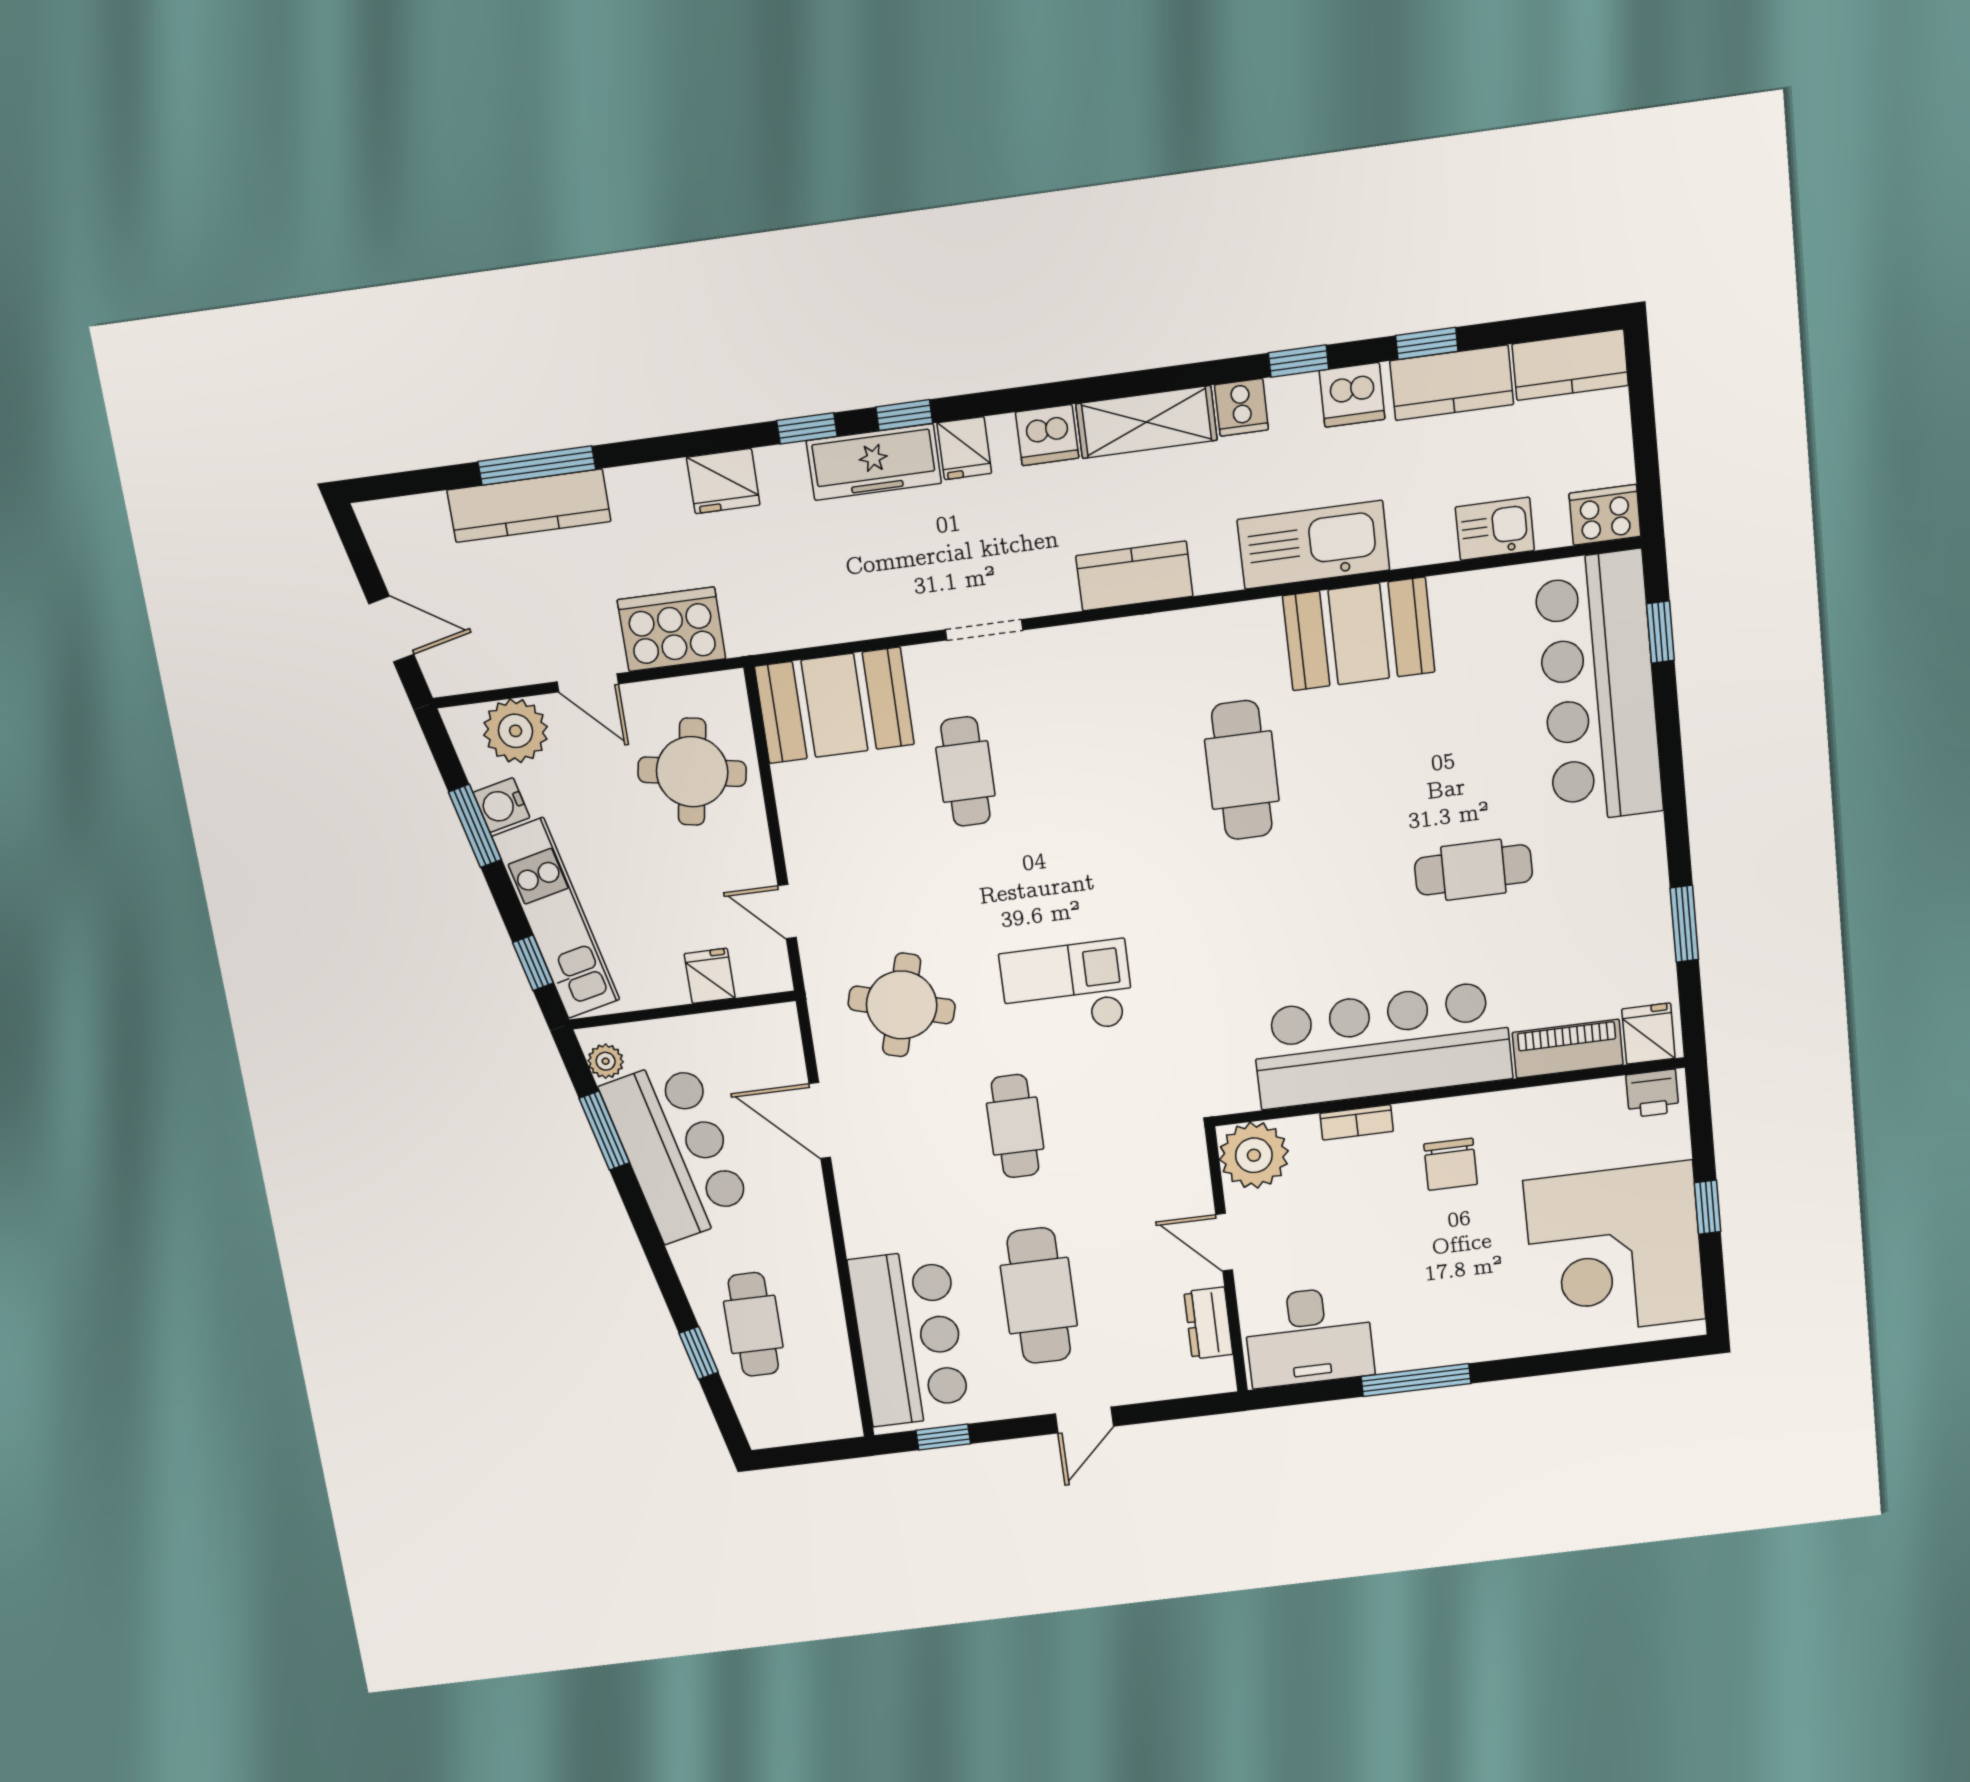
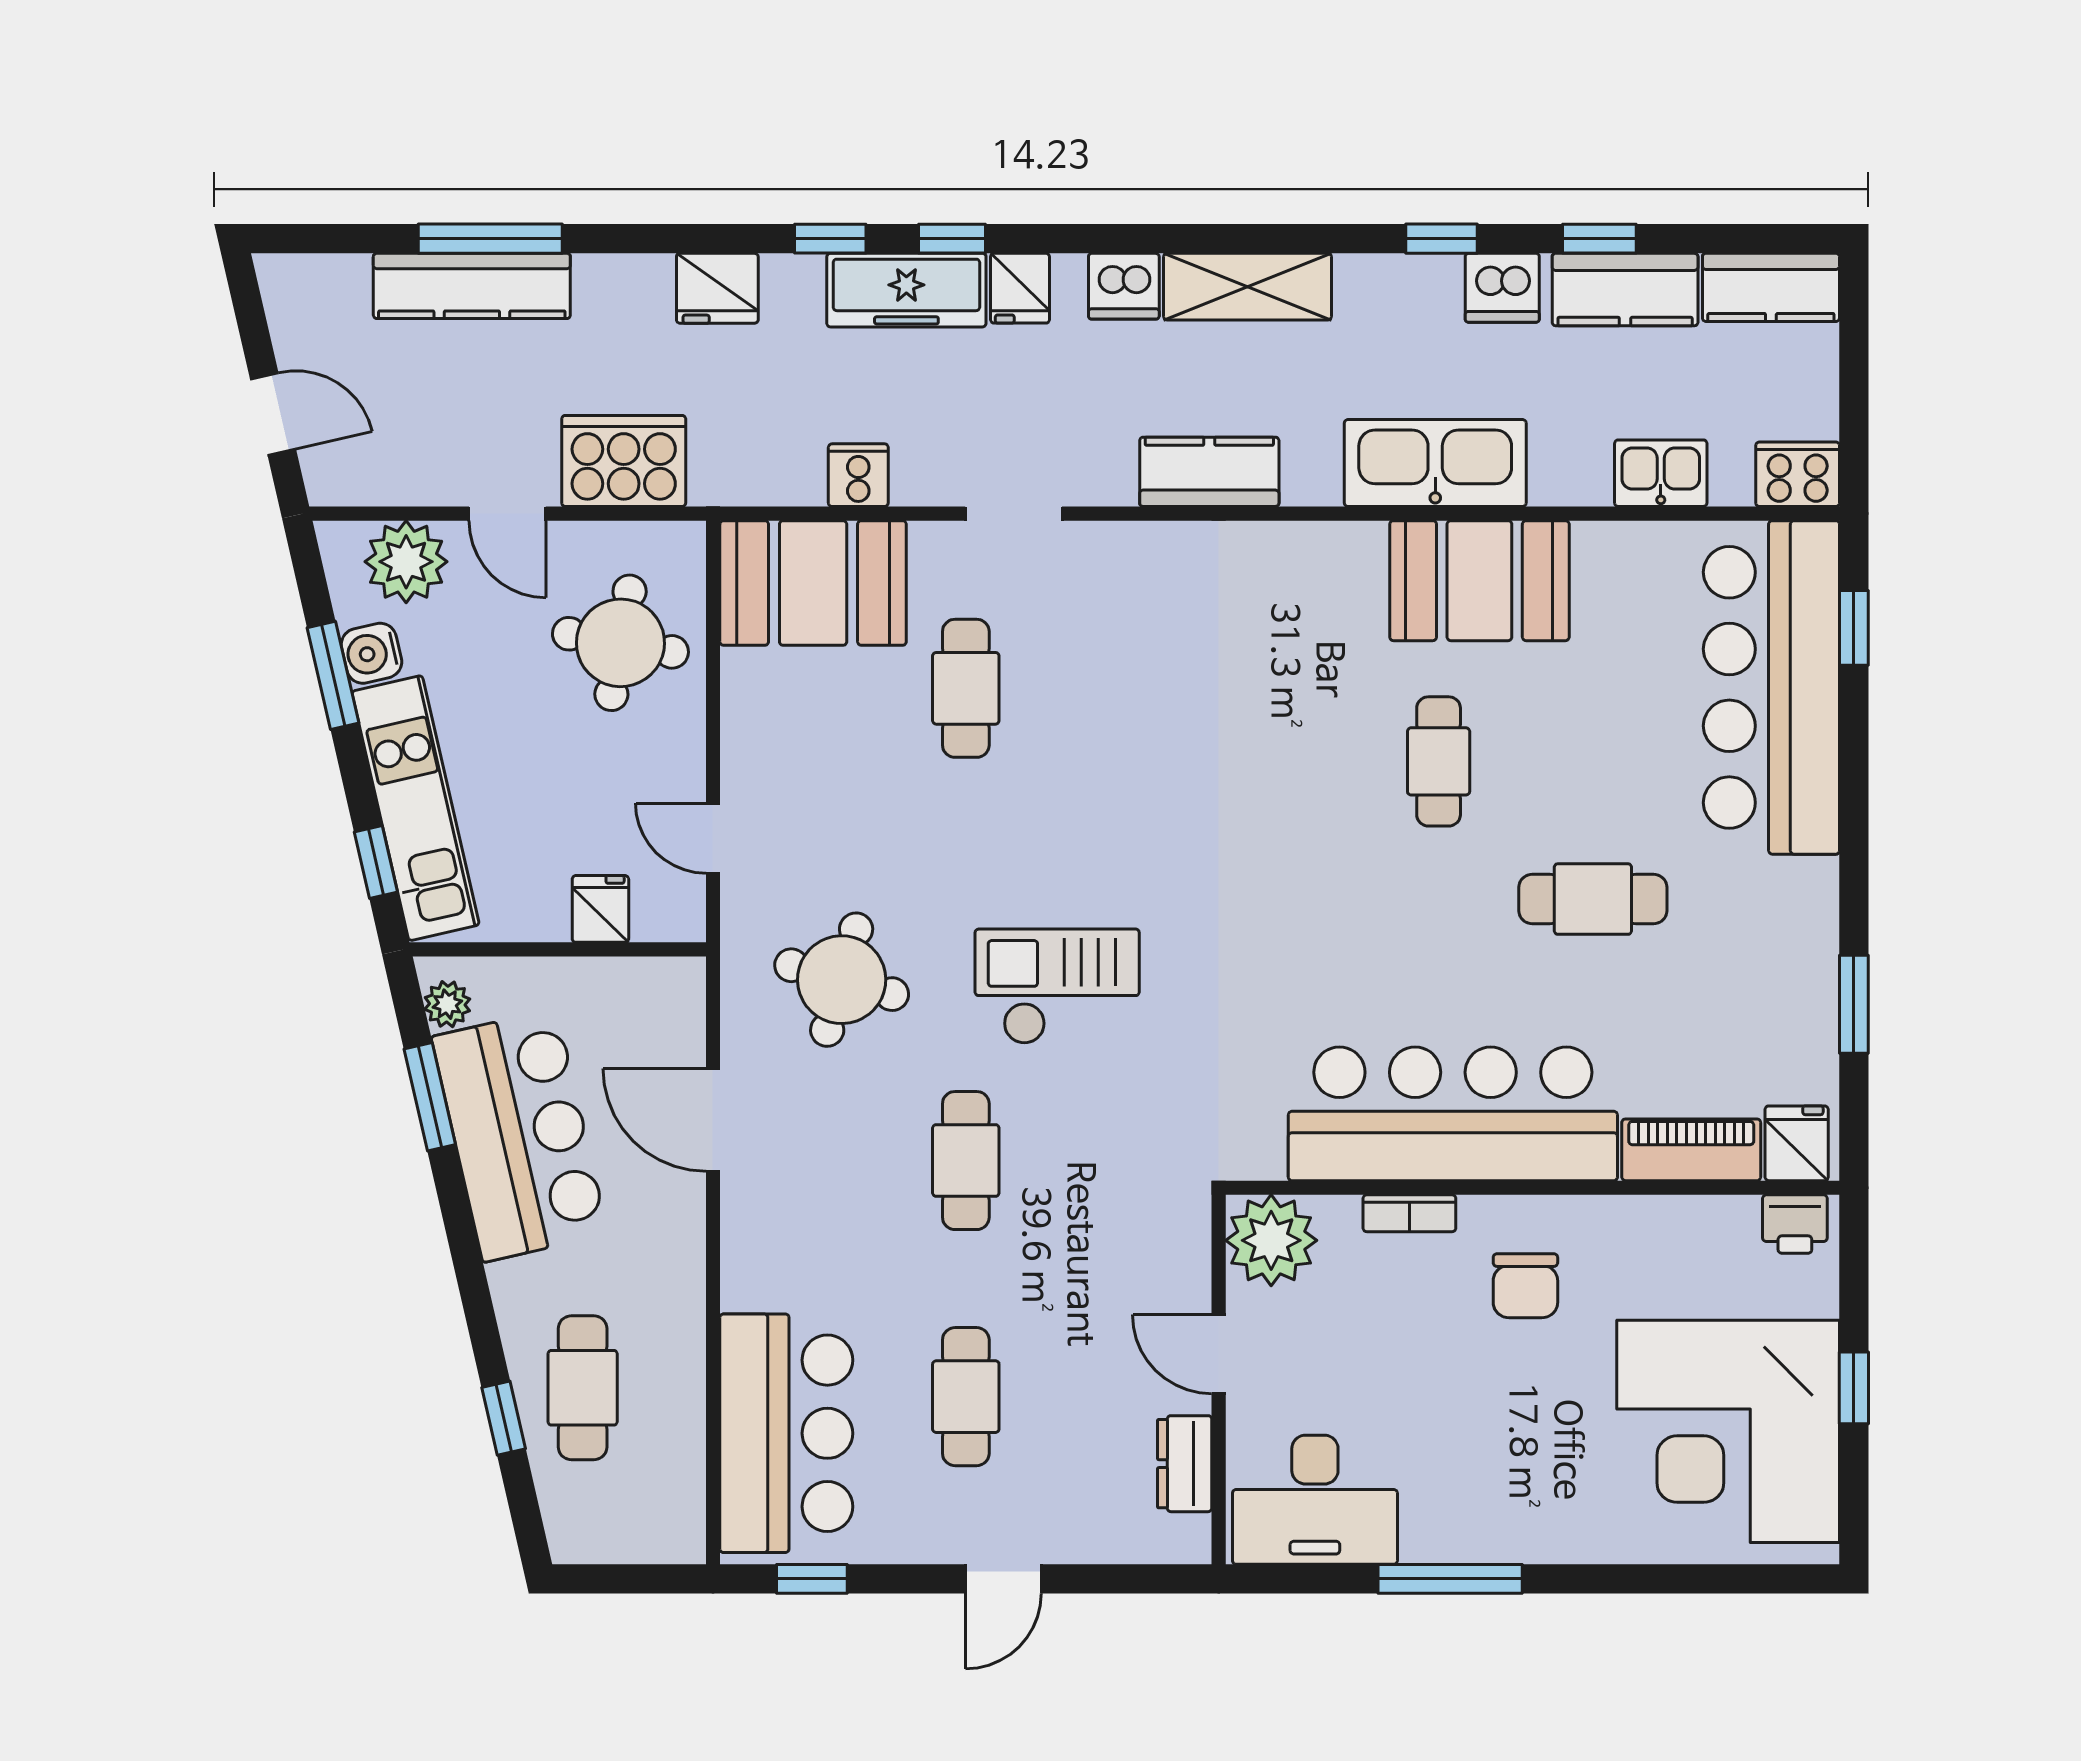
cooker: (1241, 407) -> (858, 475), moved, turned 180
cafe table: (1242, 770) -> (1439, 761), moved, width x0.73, depth x0.74
cafe table: (1039, 1296) -> (966, 1397), width x0.73, depth x0.74

